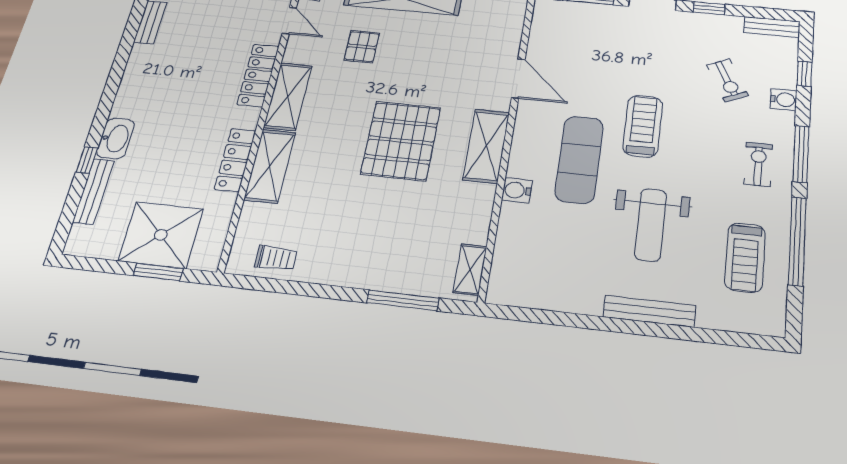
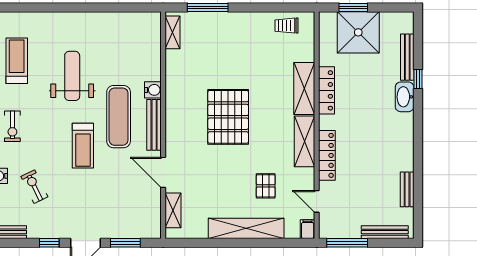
shelving: (486, 146) -> (173, 210), moved, width x0.67, depth x0.75
bench: (649, 311) -> (154, 125), moved, turned 90

